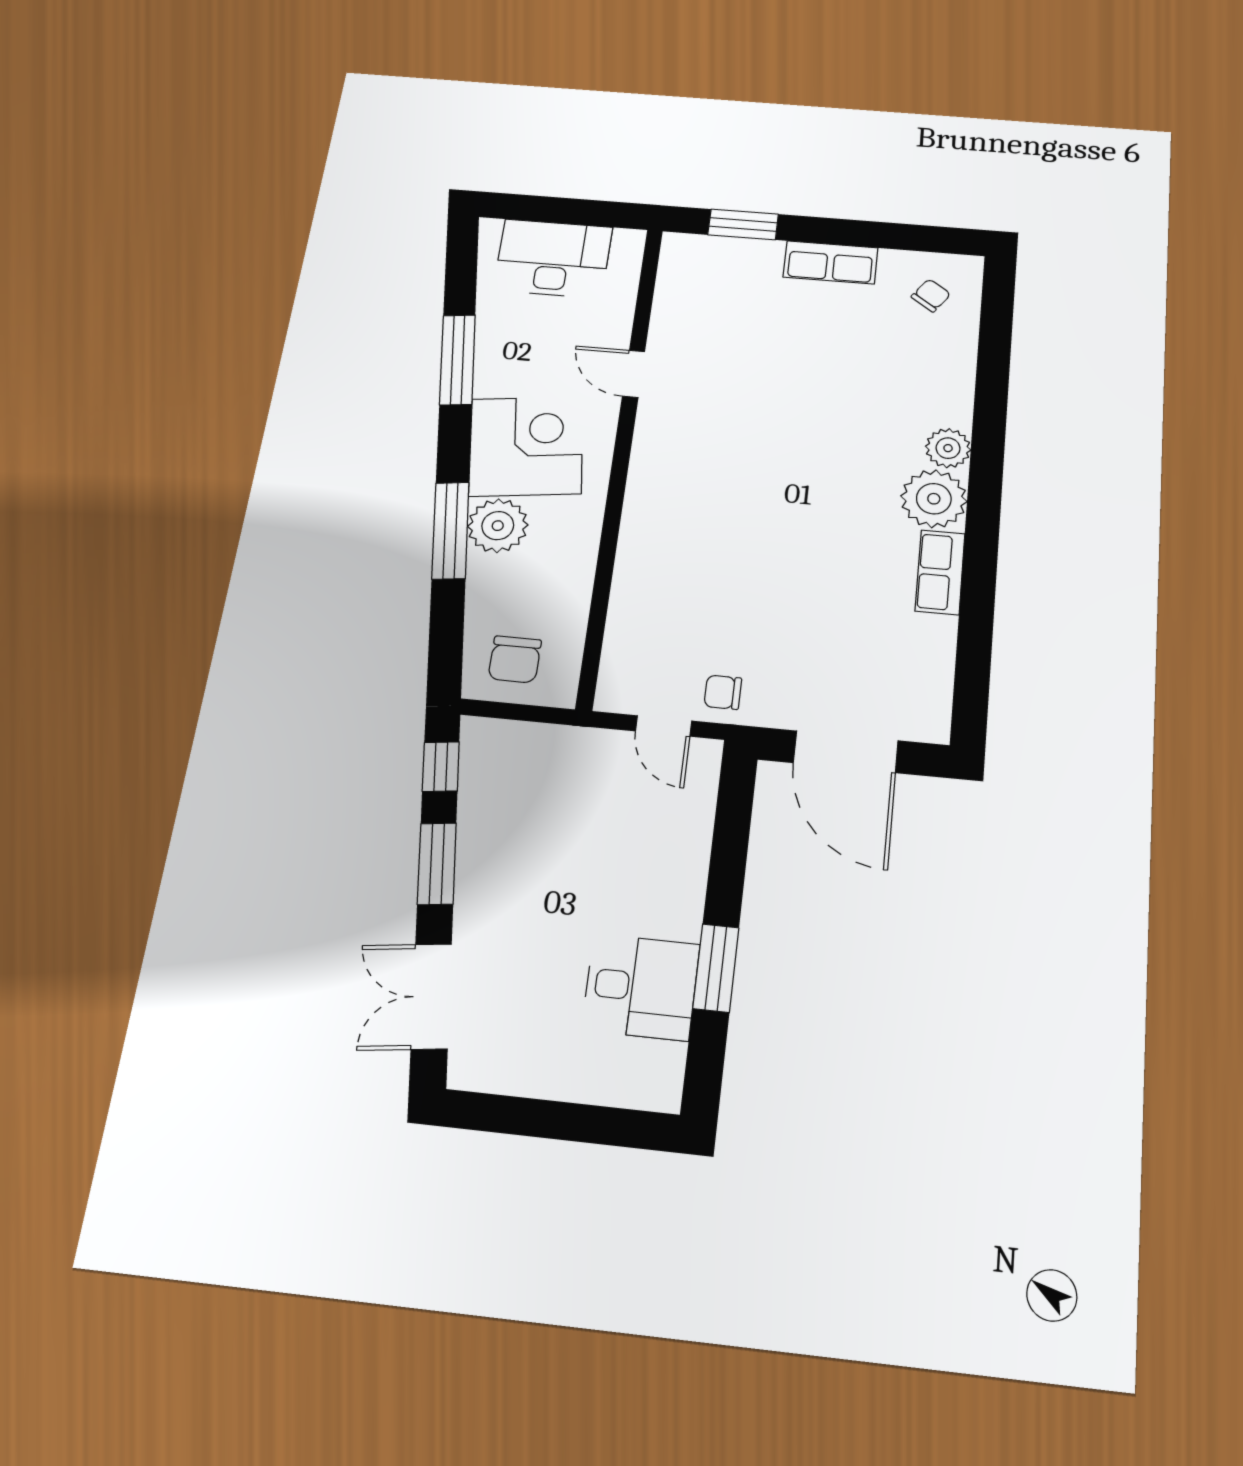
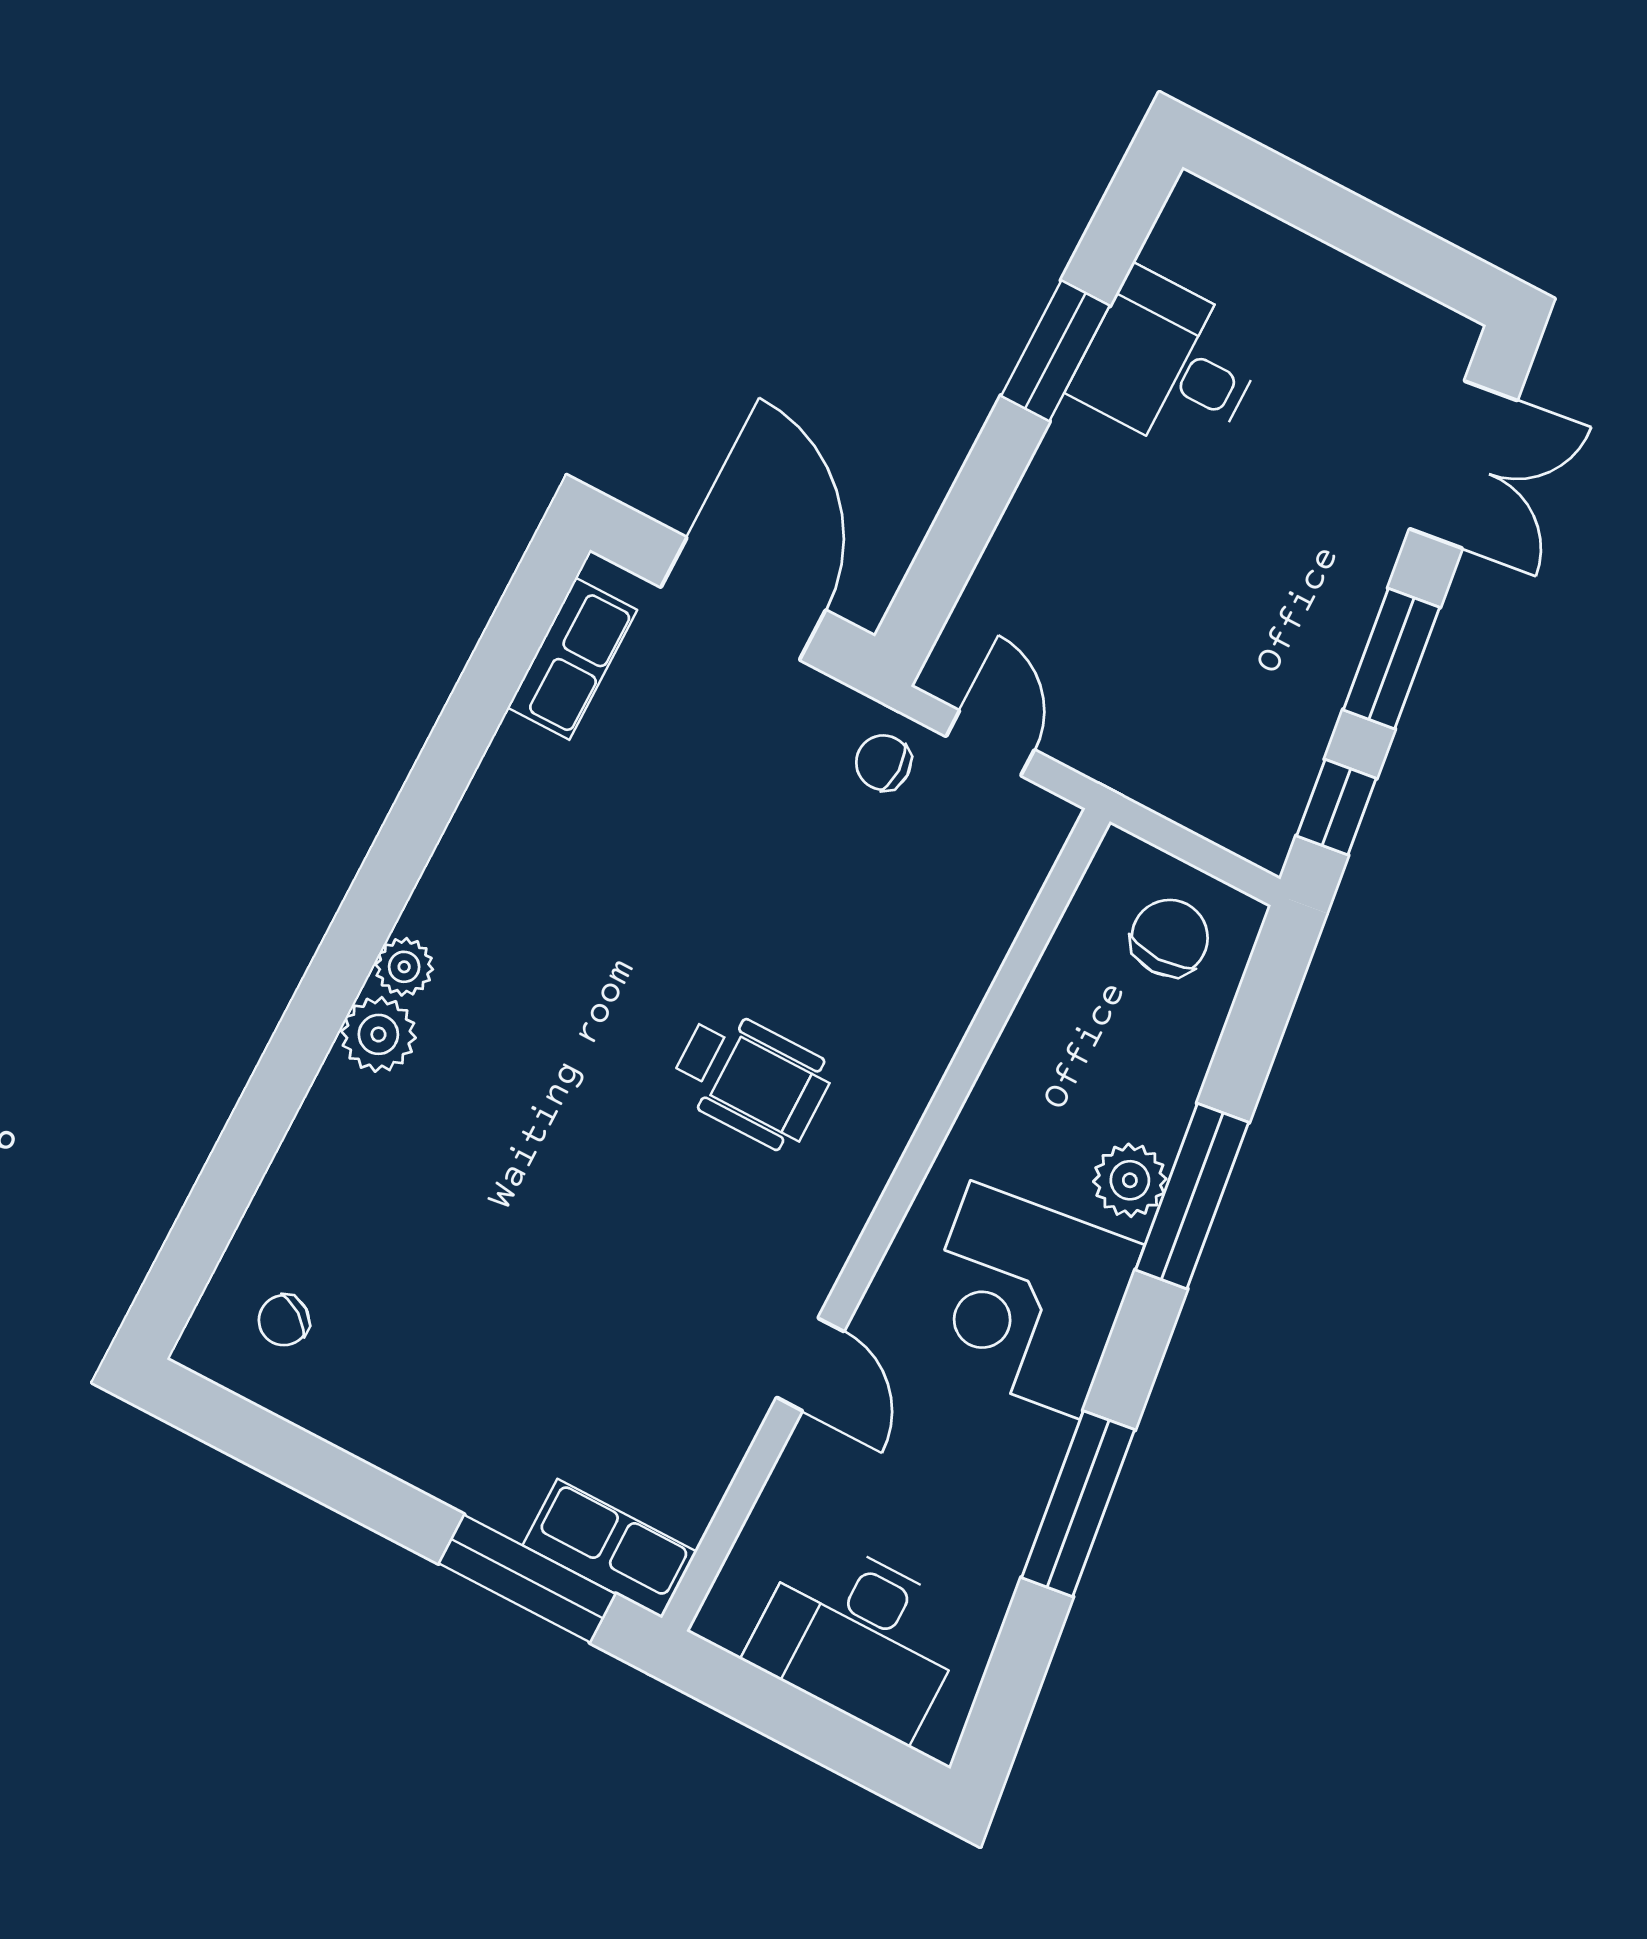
window: (743, 224) -> (527, 1579), width x1.44
row of seats: (830, 262) -> (610, 1549), moved
plant: (934, 499) -> (404, 967), width x0.53, depth x0.53
wheelchair: (728, 500) -> (751, 1079), added
plant: (498, 526) -> (1130, 1180), width x0.73, depth x0.73
row of seats: (940, 572) -> (572, 659), moved
chair: (723, 692) -> (883, 763), turned 180

